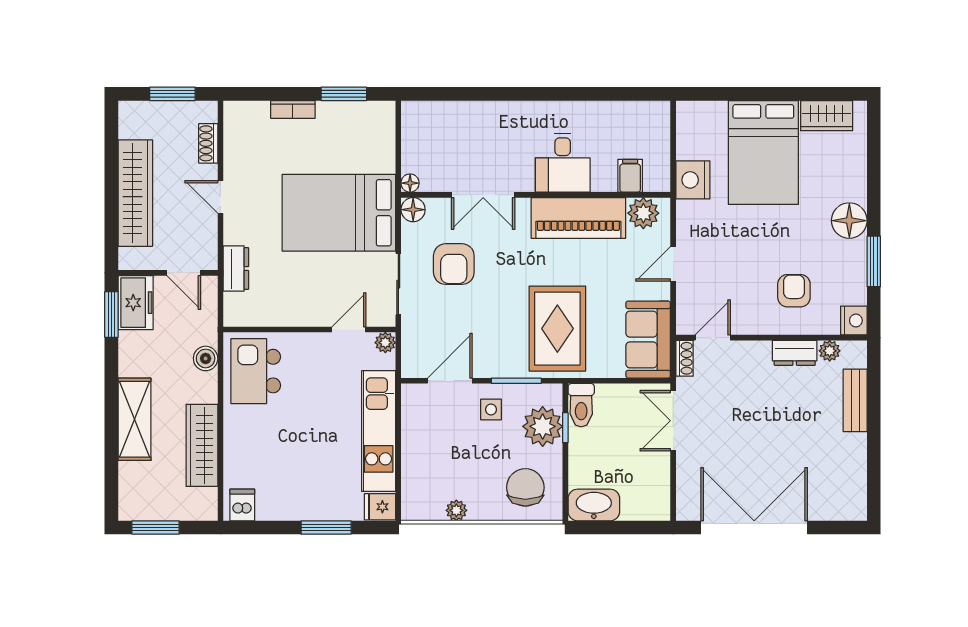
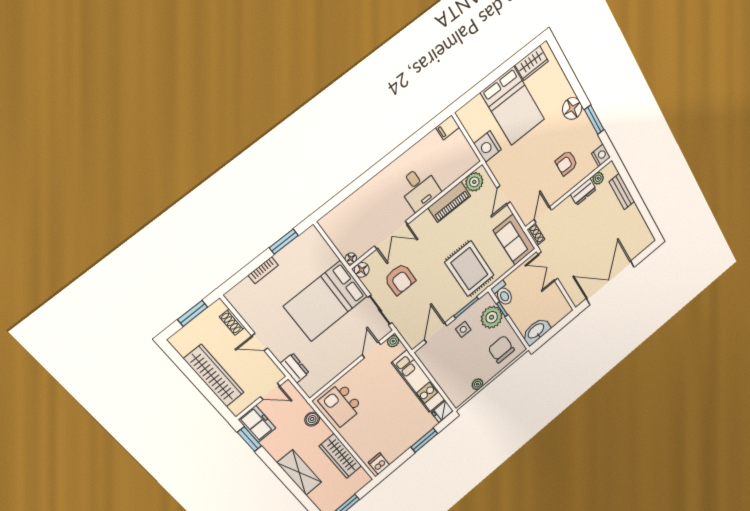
filing cabinet: (630, 176) -> (448, 127), moved, turned -90
piano: (578, 218) -> (449, 202), width x0.73, depth x0.75
armchair: (794, 291) -> (566, 163), turned -90

